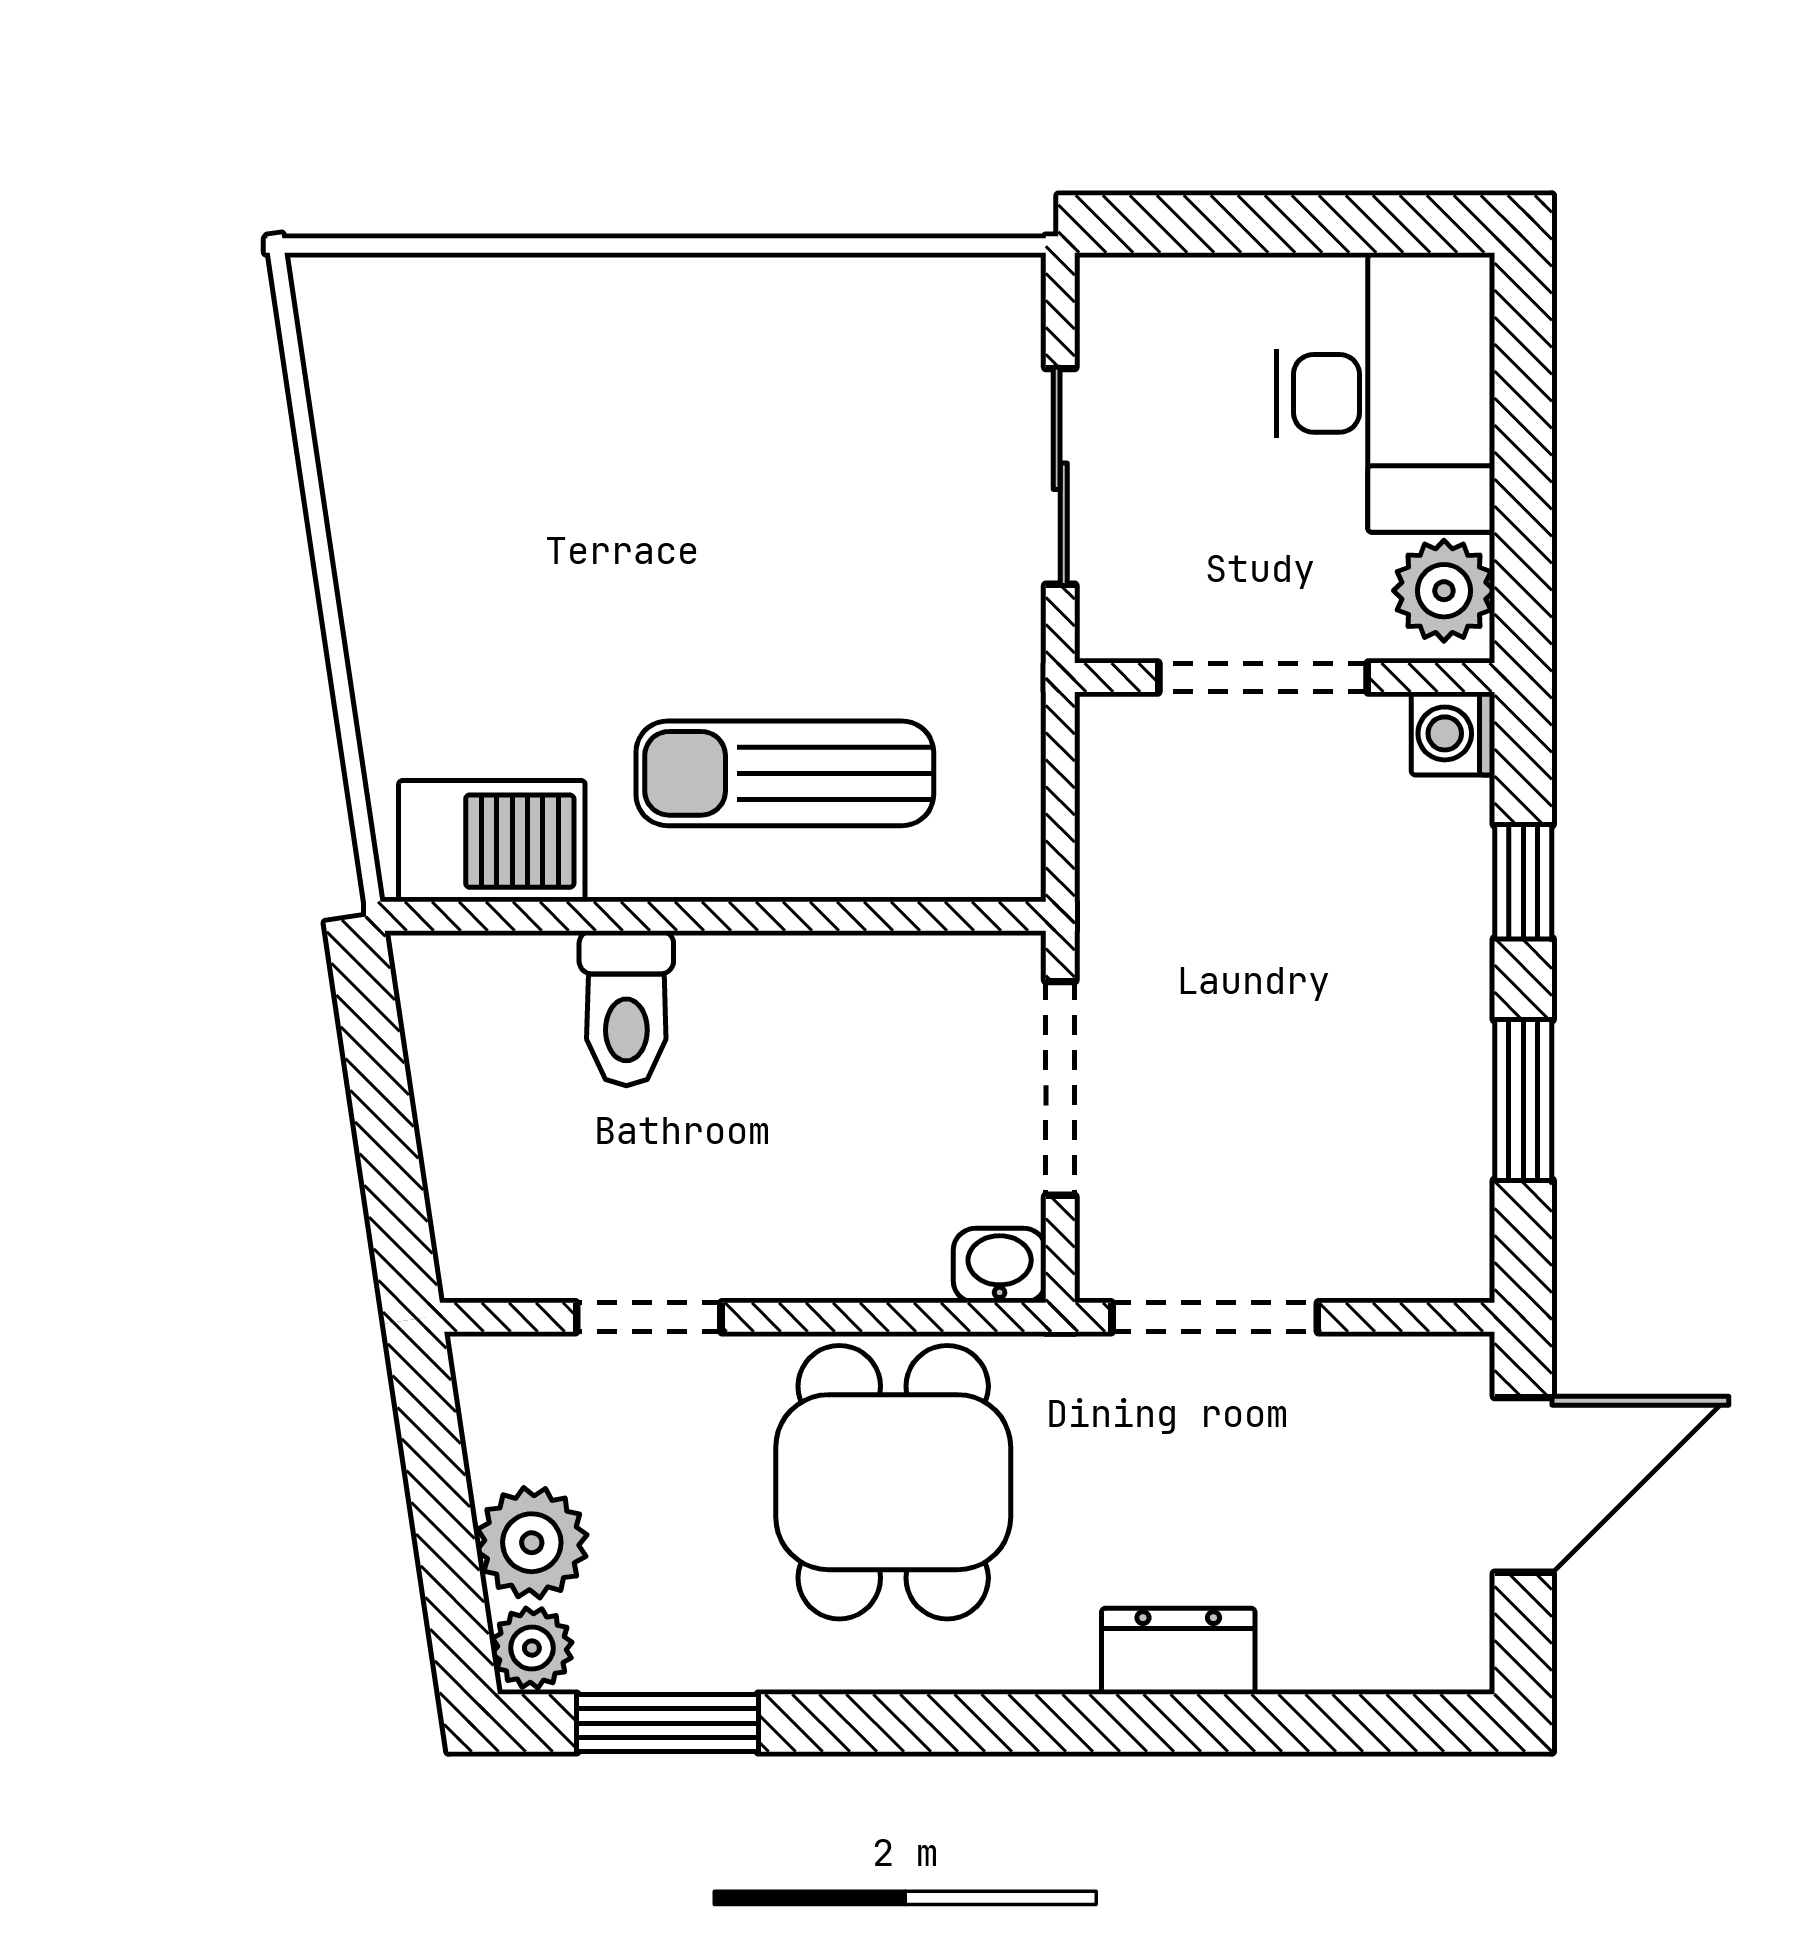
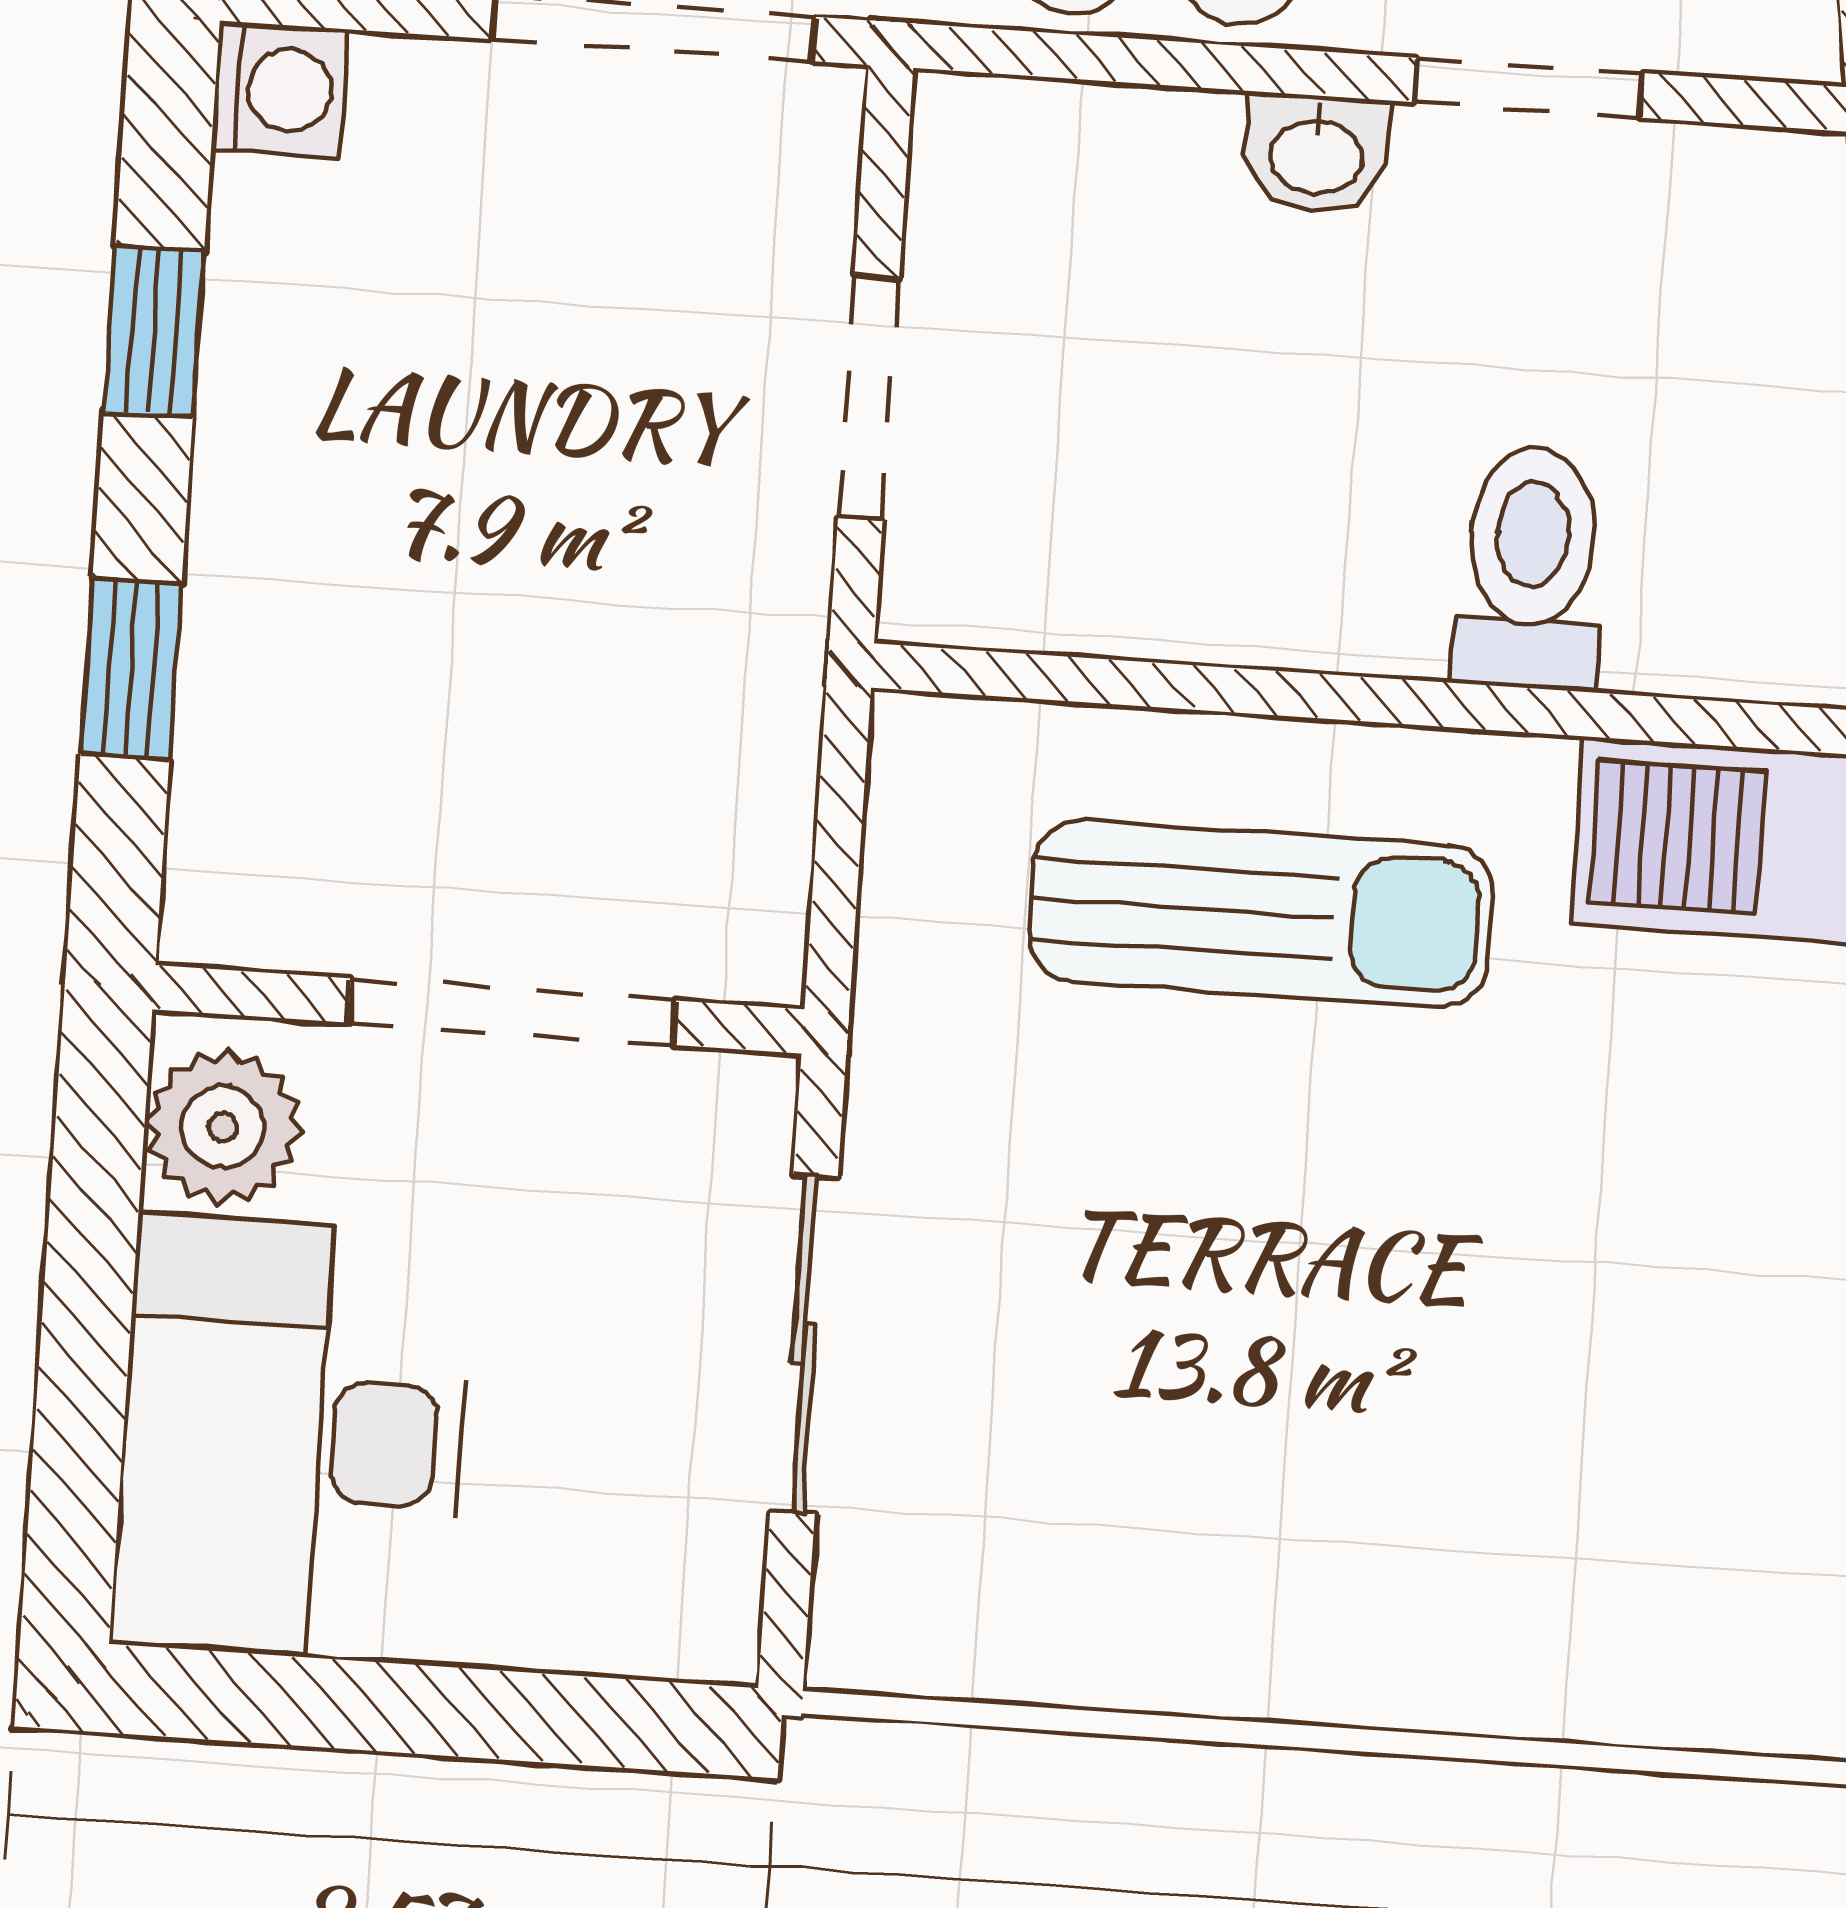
washing machine: (1453, 733) -> (280, 89), moved
doorway: (1060, 1088) -> (868, 398), width x0.73
window: (1523, 1100) -> (154, 331), width x0.67
washbasin: (1000, 1266) -> (1316, 154), moved

